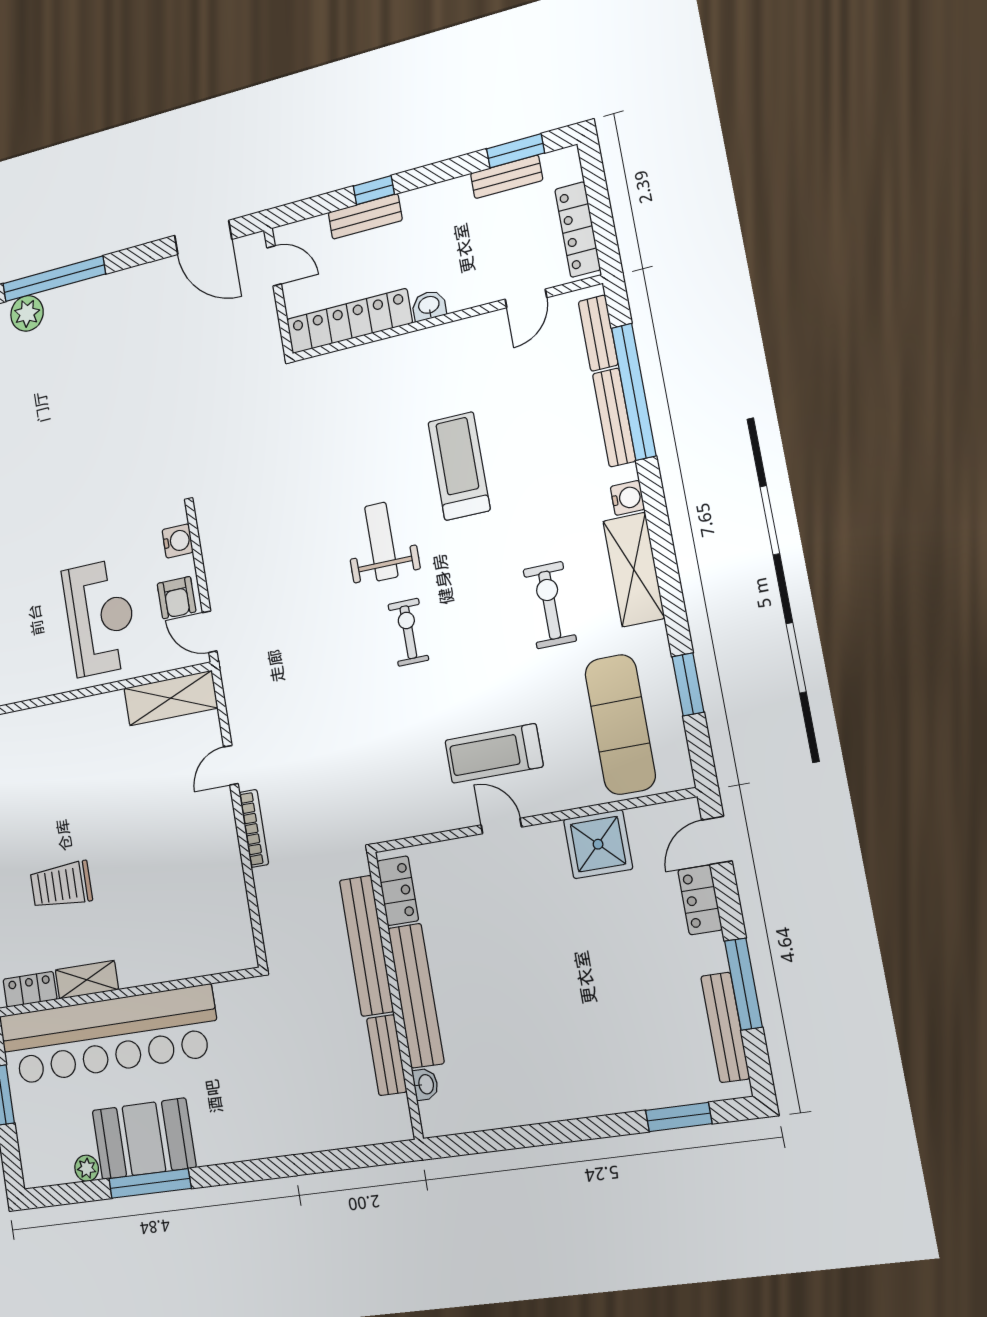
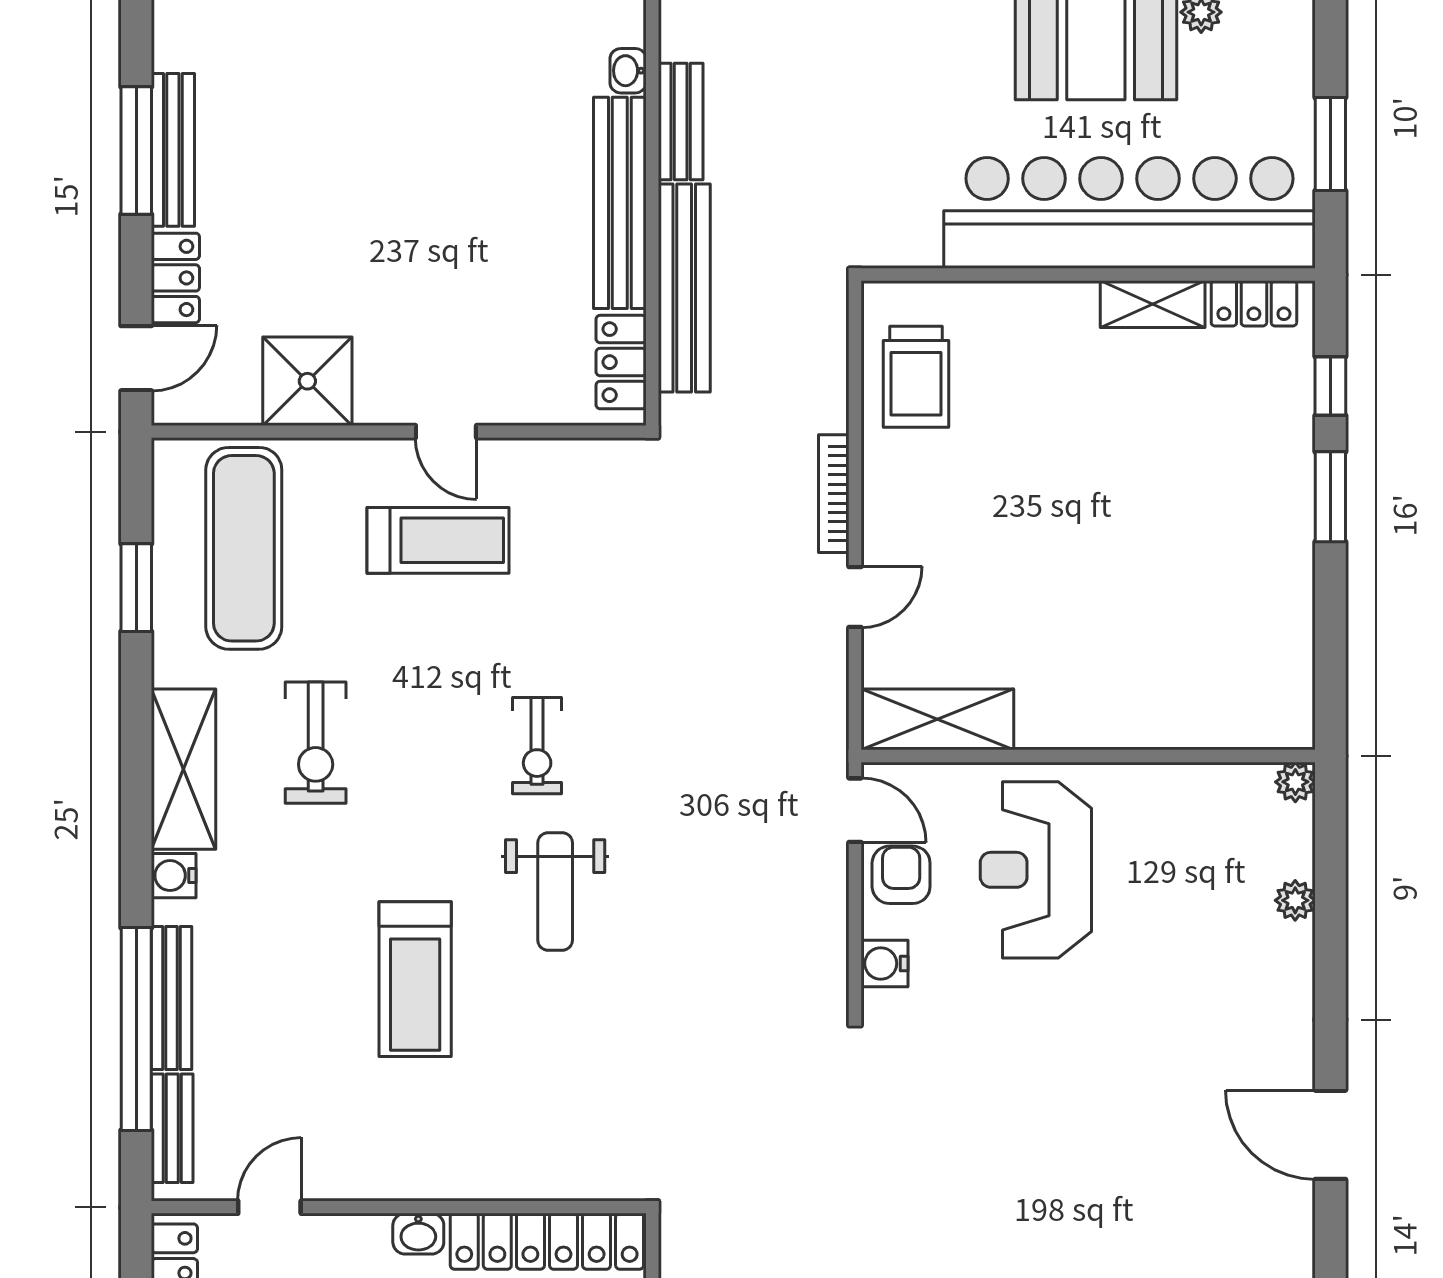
trolley: (61, 885) -> (916, 377), moved, turned 90
bench: (725, 1027) -> (173, 150), moved

